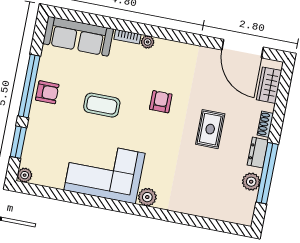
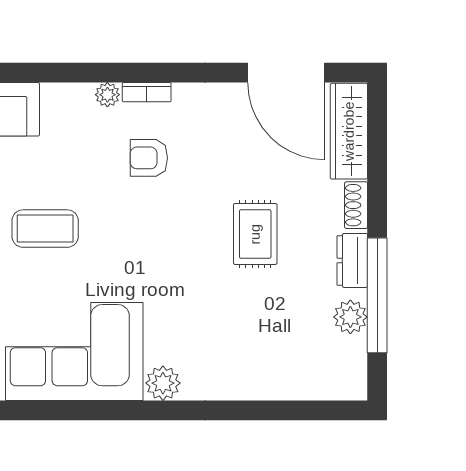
bookcase: (128, 37) -> (147, 92), moved
wardrobe: (269, 85) -> (349, 131), width x1.50
armchair: (161, 102) -> (149, 158), moved, turned -90

